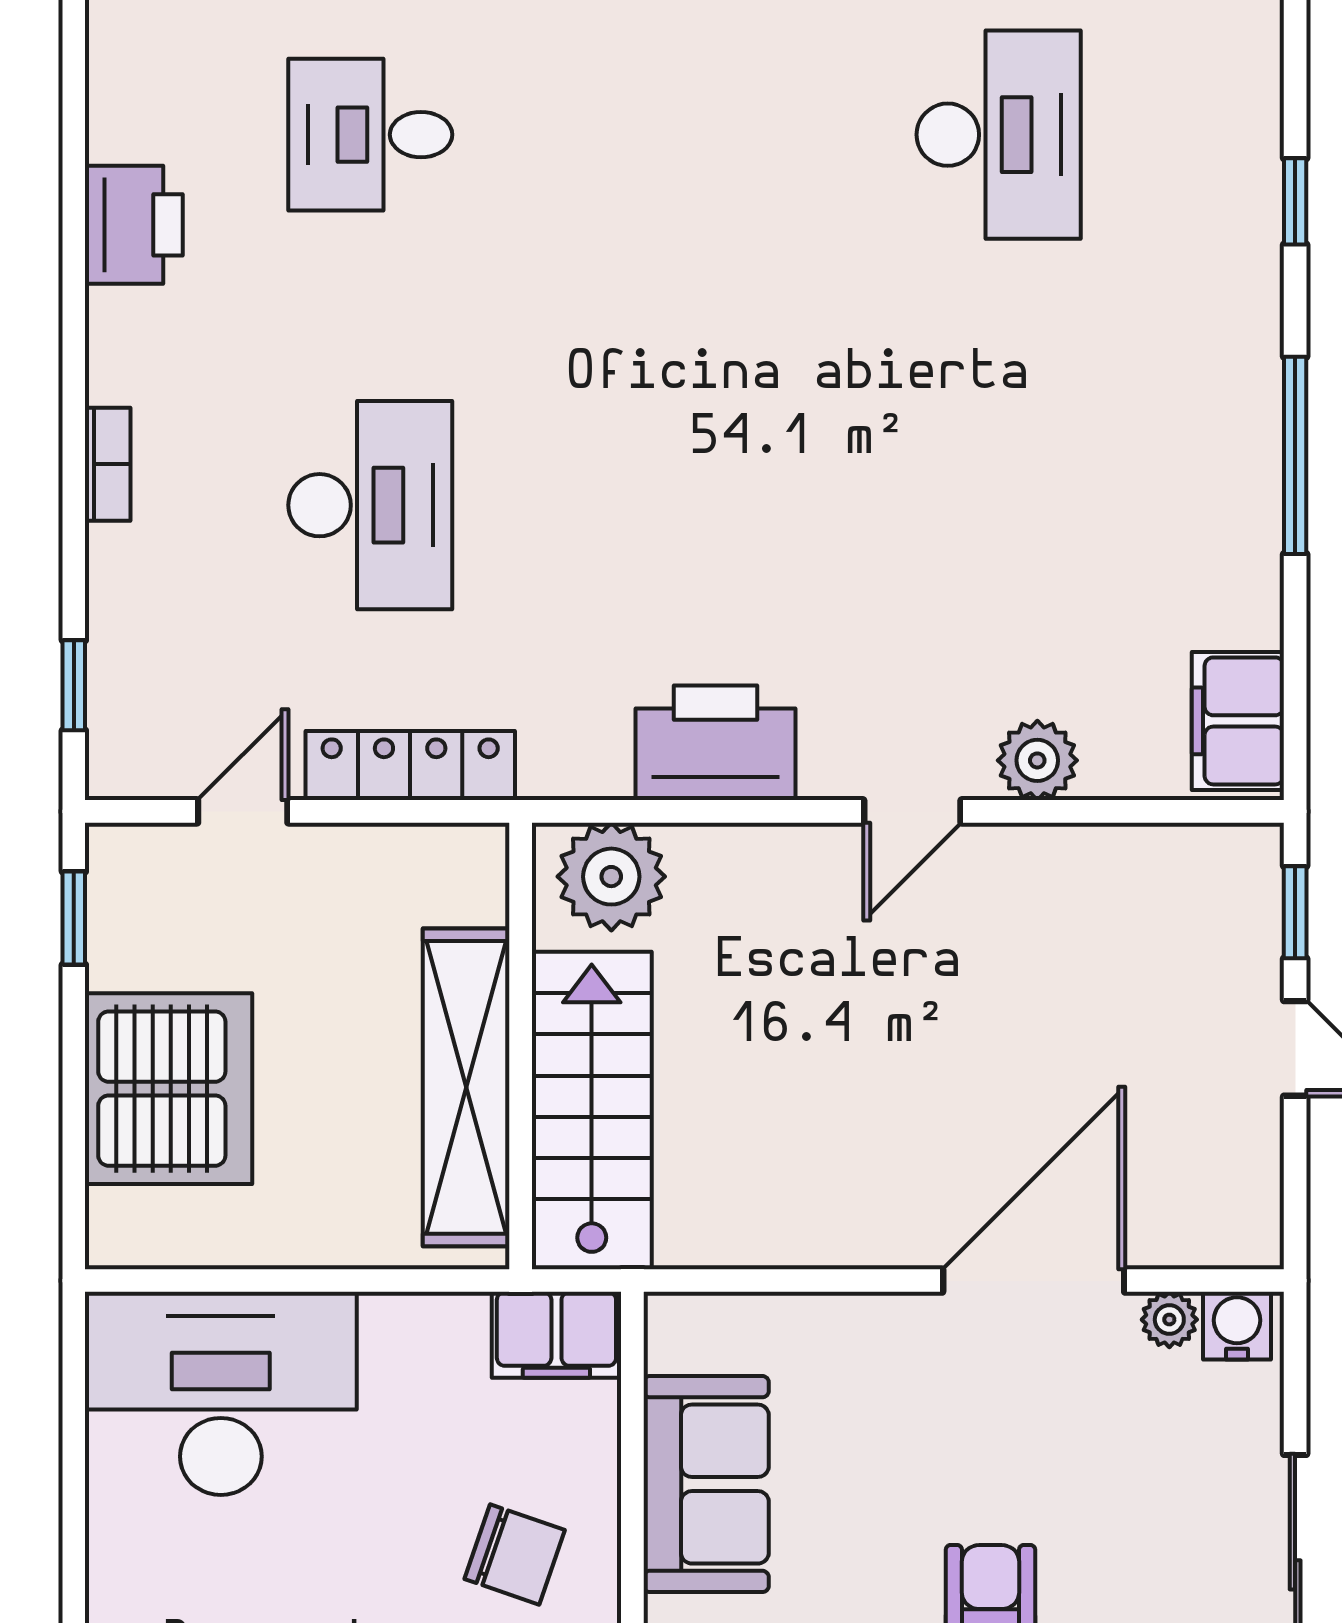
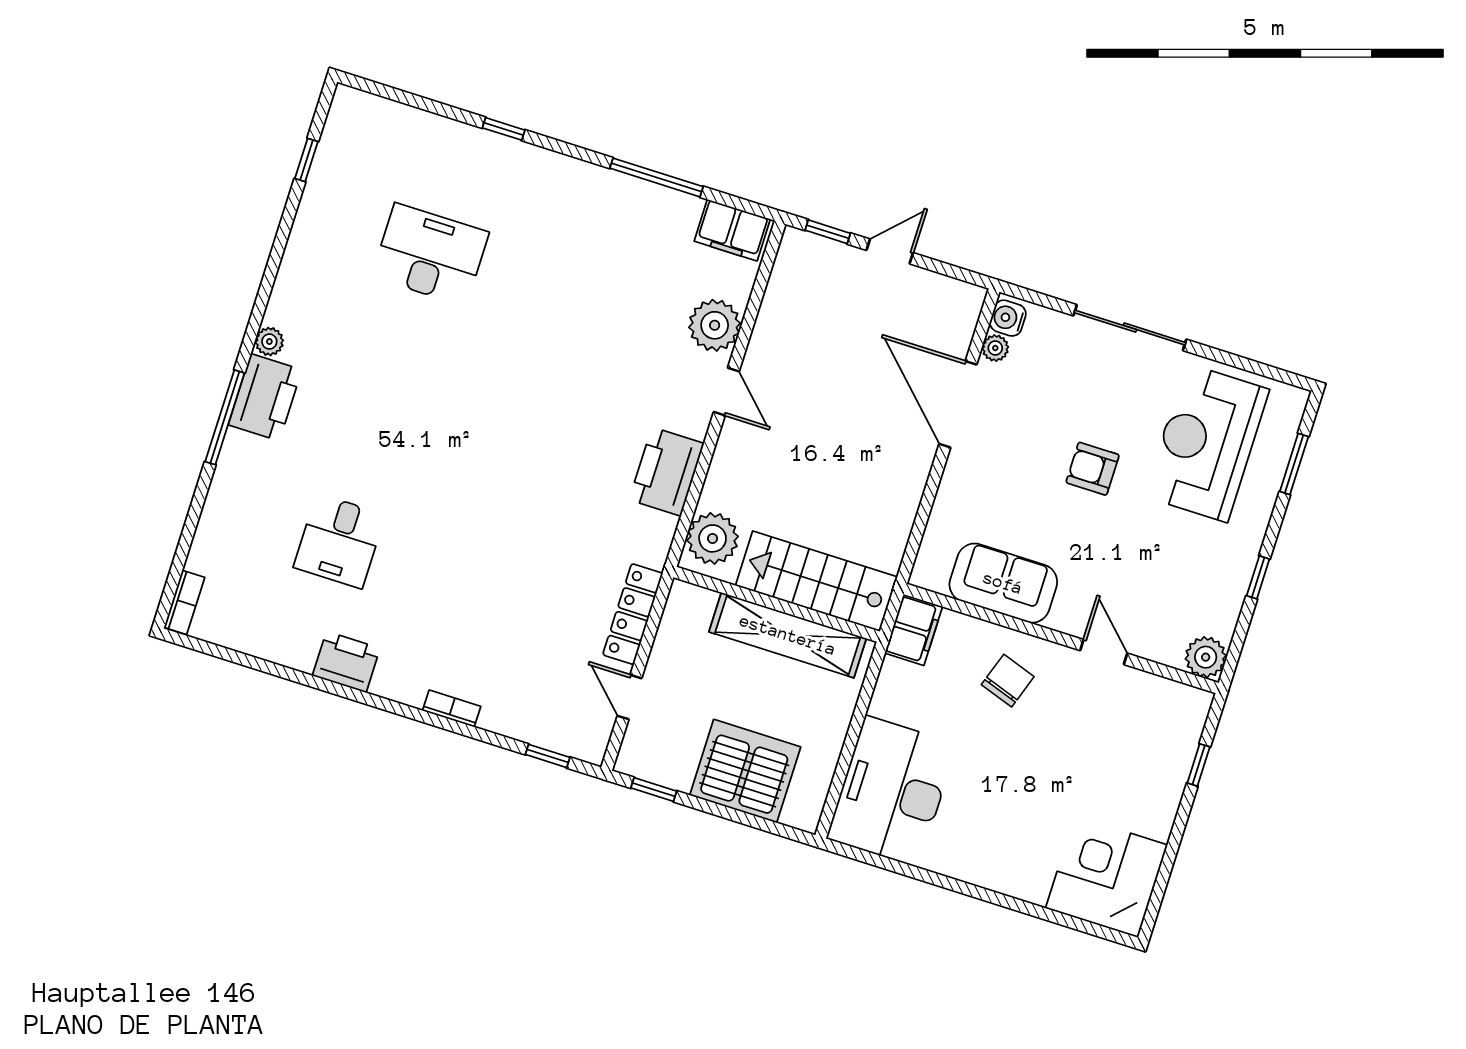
window: (1295, 455) -> (656, 177), moved
desk: (370, 505) -> (508, 595), removed
plant: (1037, 760) -> (715, 325), width x1.36, depth x1.36

